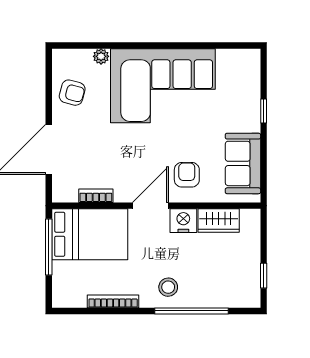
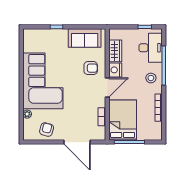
armchair: (187, 175) -> (91, 68), turned 180
door: (150, 206) -> (107, 88), swing flipped
desk: (225, 286) -> (151, 48), added

